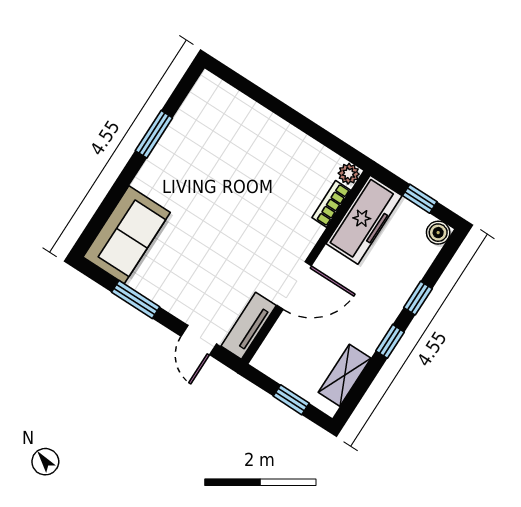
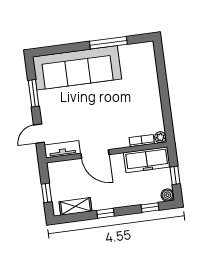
window: (154, 134) -> (108, 43), width x1.44
sofa: (127, 235) -> (77, 68), width x1.85, depth x1.27
window: (418, 298) -> (150, 207), moved

